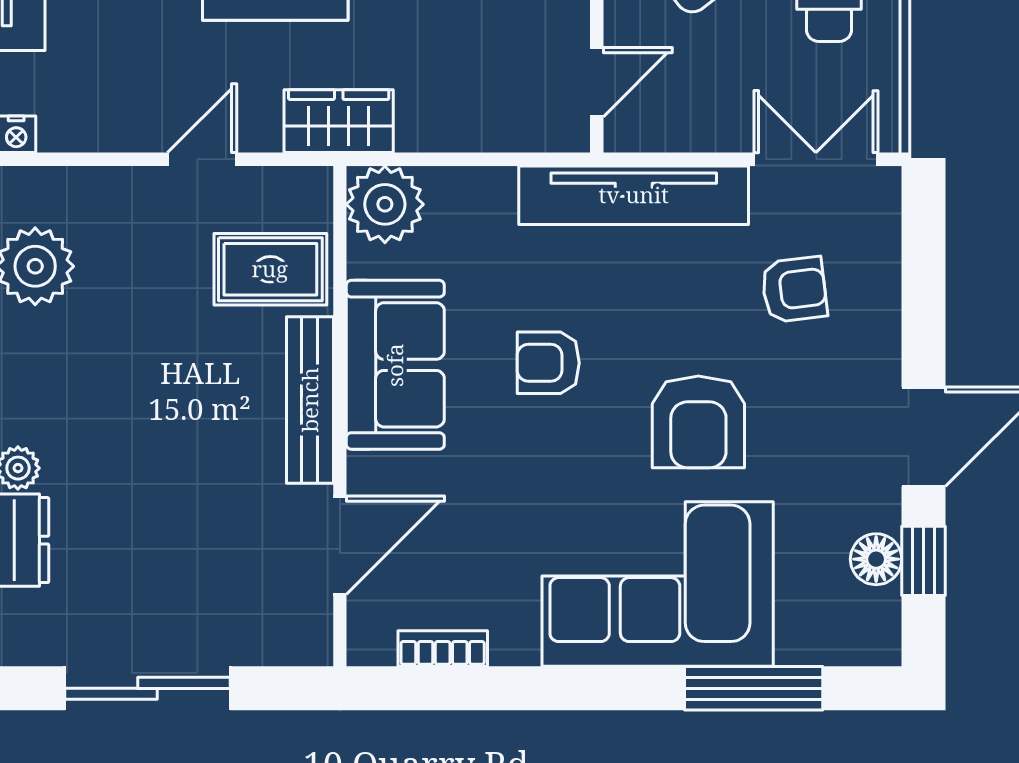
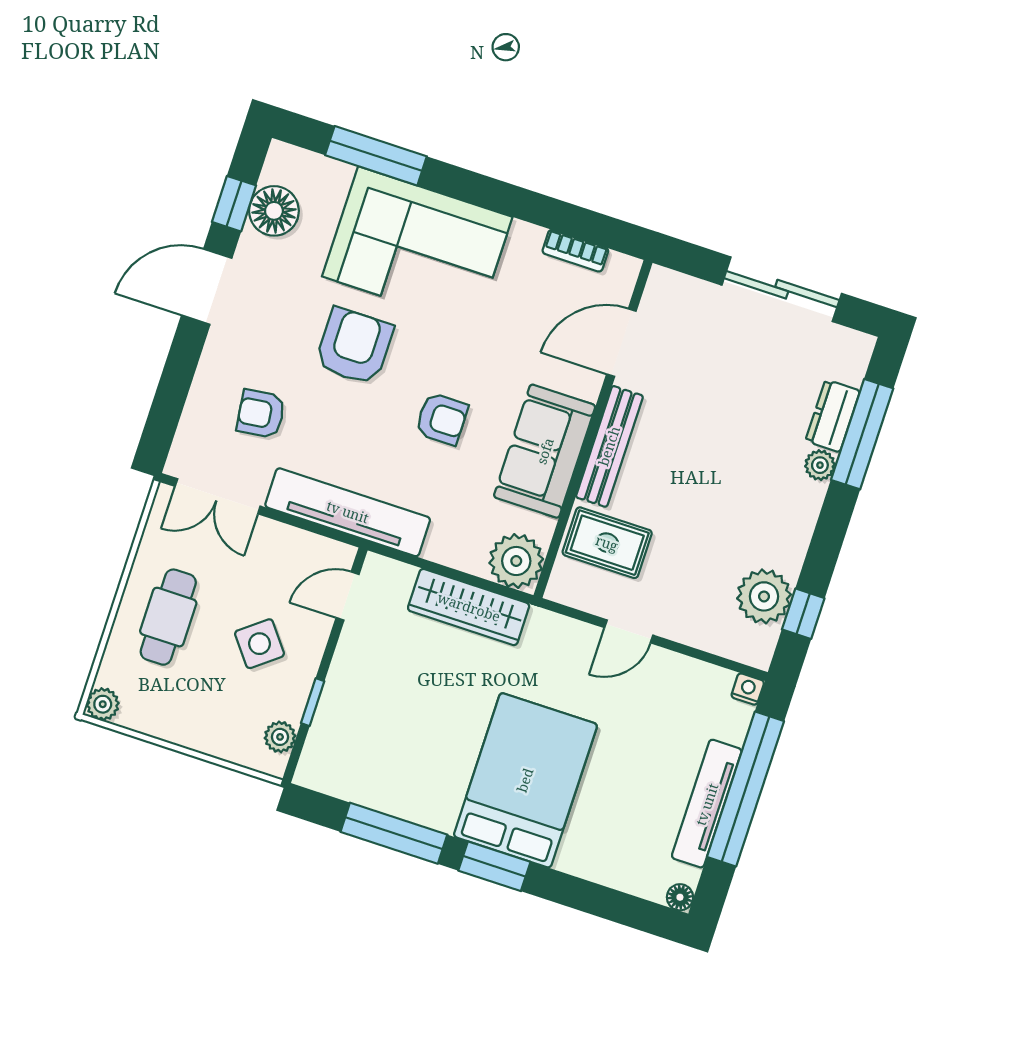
wardrobe: (339, 121) -> (469, 607), moved, width x1.50
floor lamp: (876, 559) -> (274, 211), width x1.38, depth x1.38

